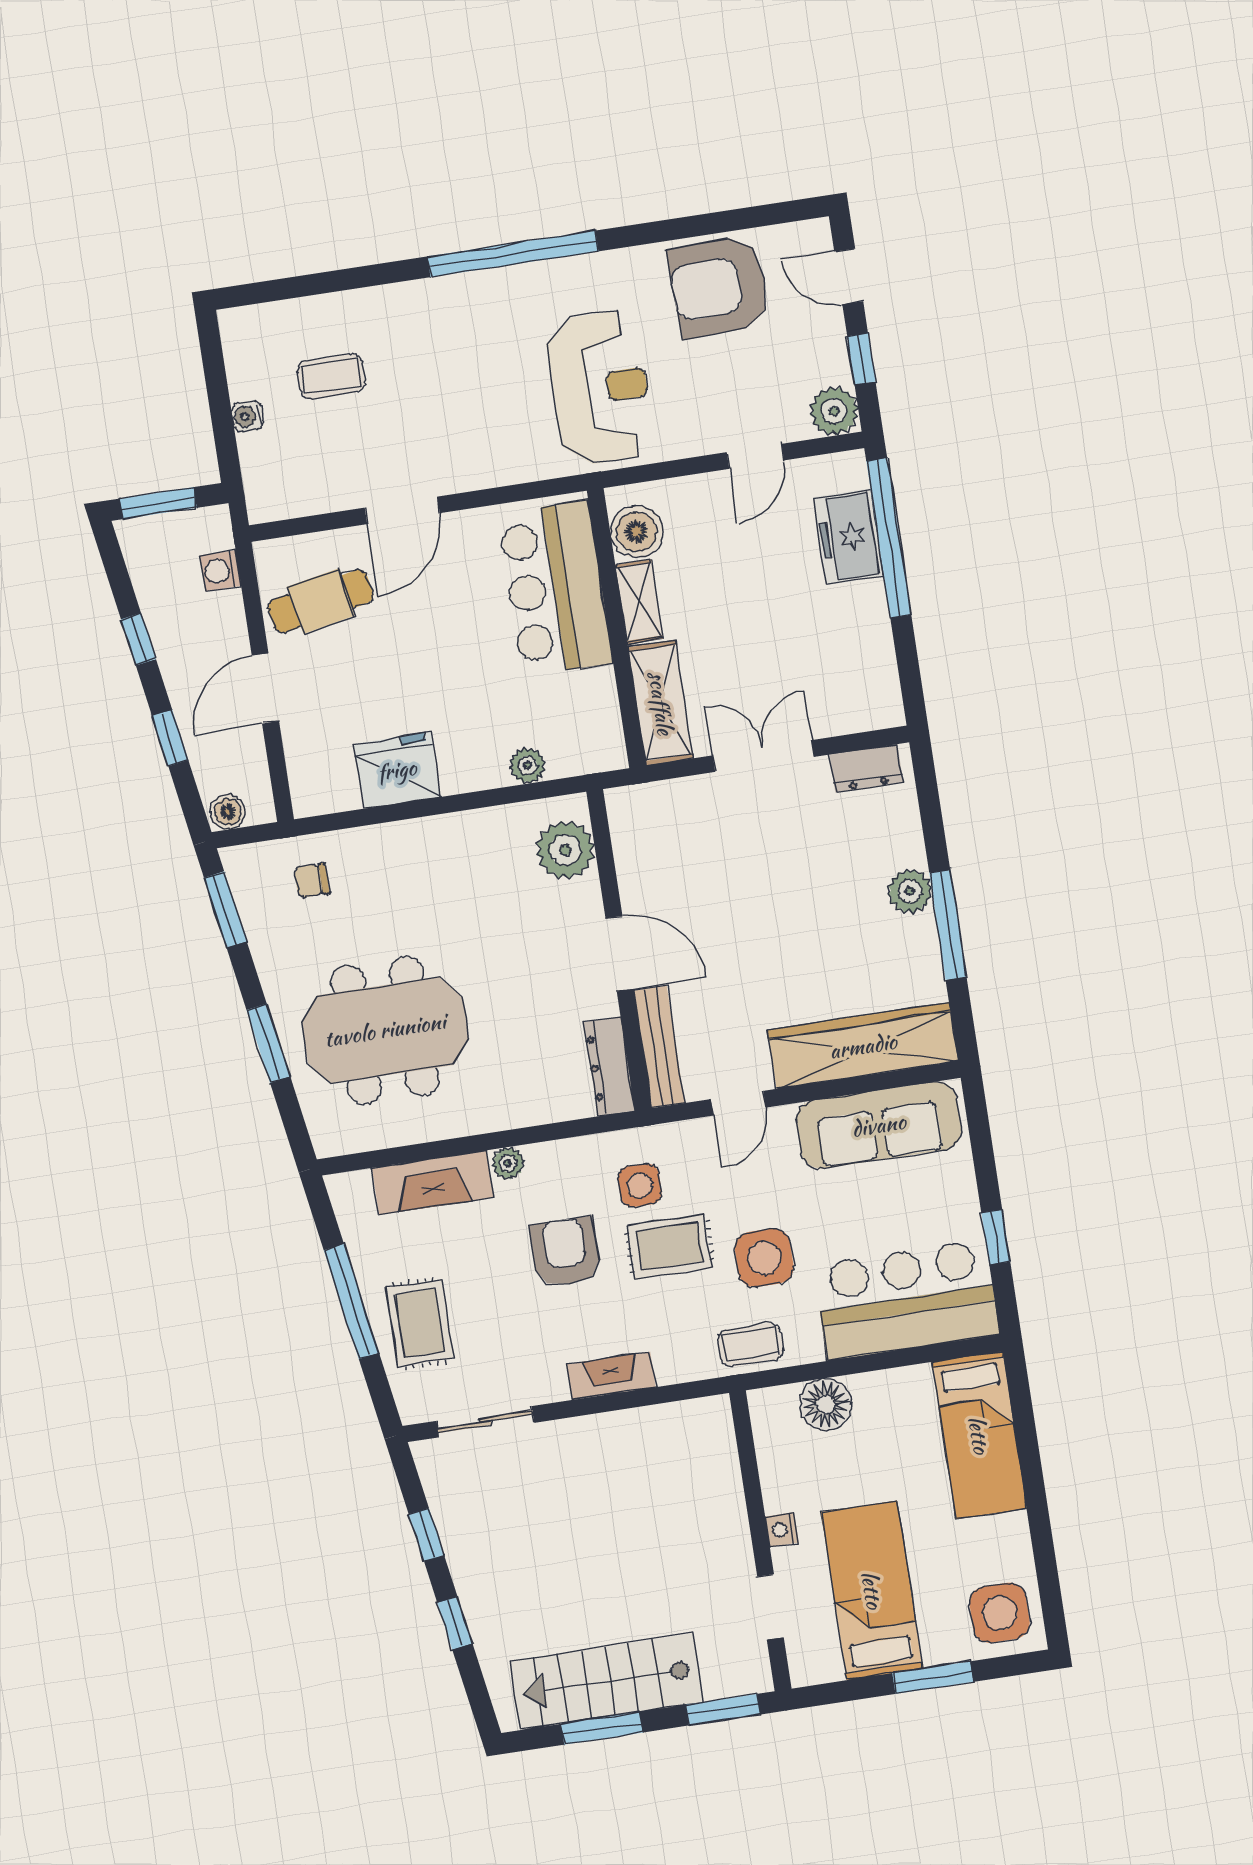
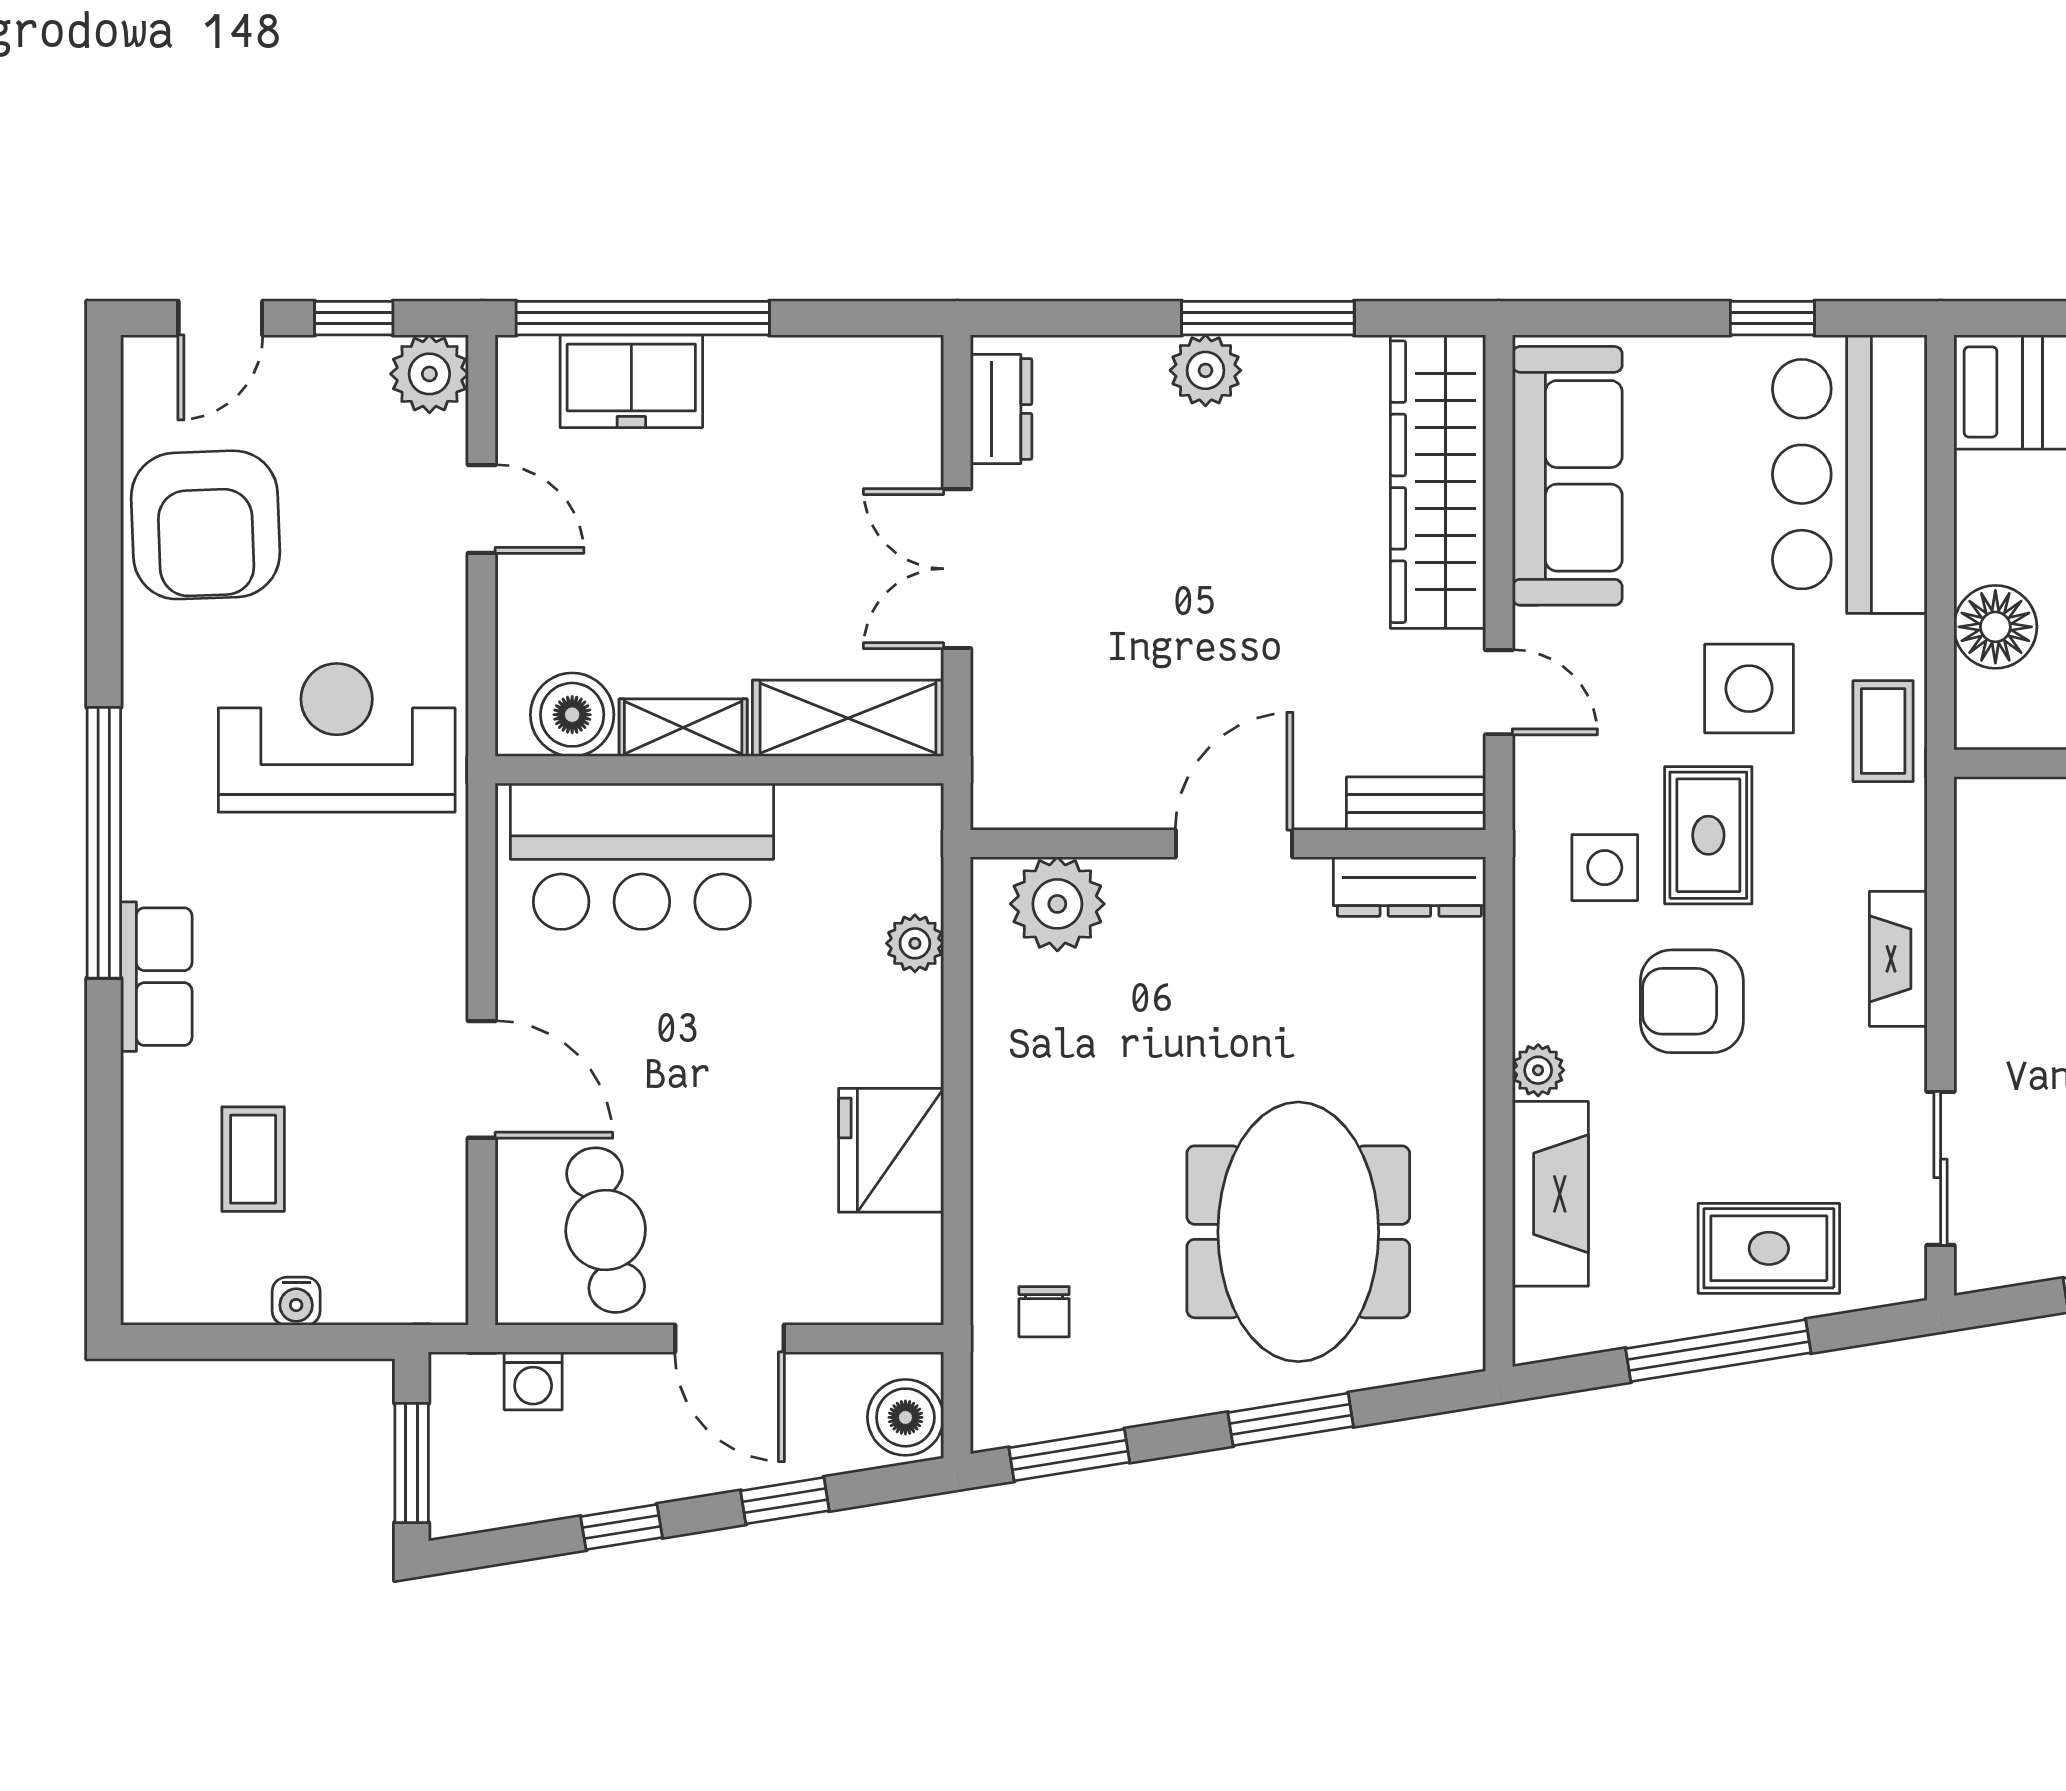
row of seats: (435, 299) -> (156, 977), added
boiler: (228, 812) -> (905, 1417), width x1.36, depth x1.36
bench: (659, 1047) -> (1416, 803), width x0.73

